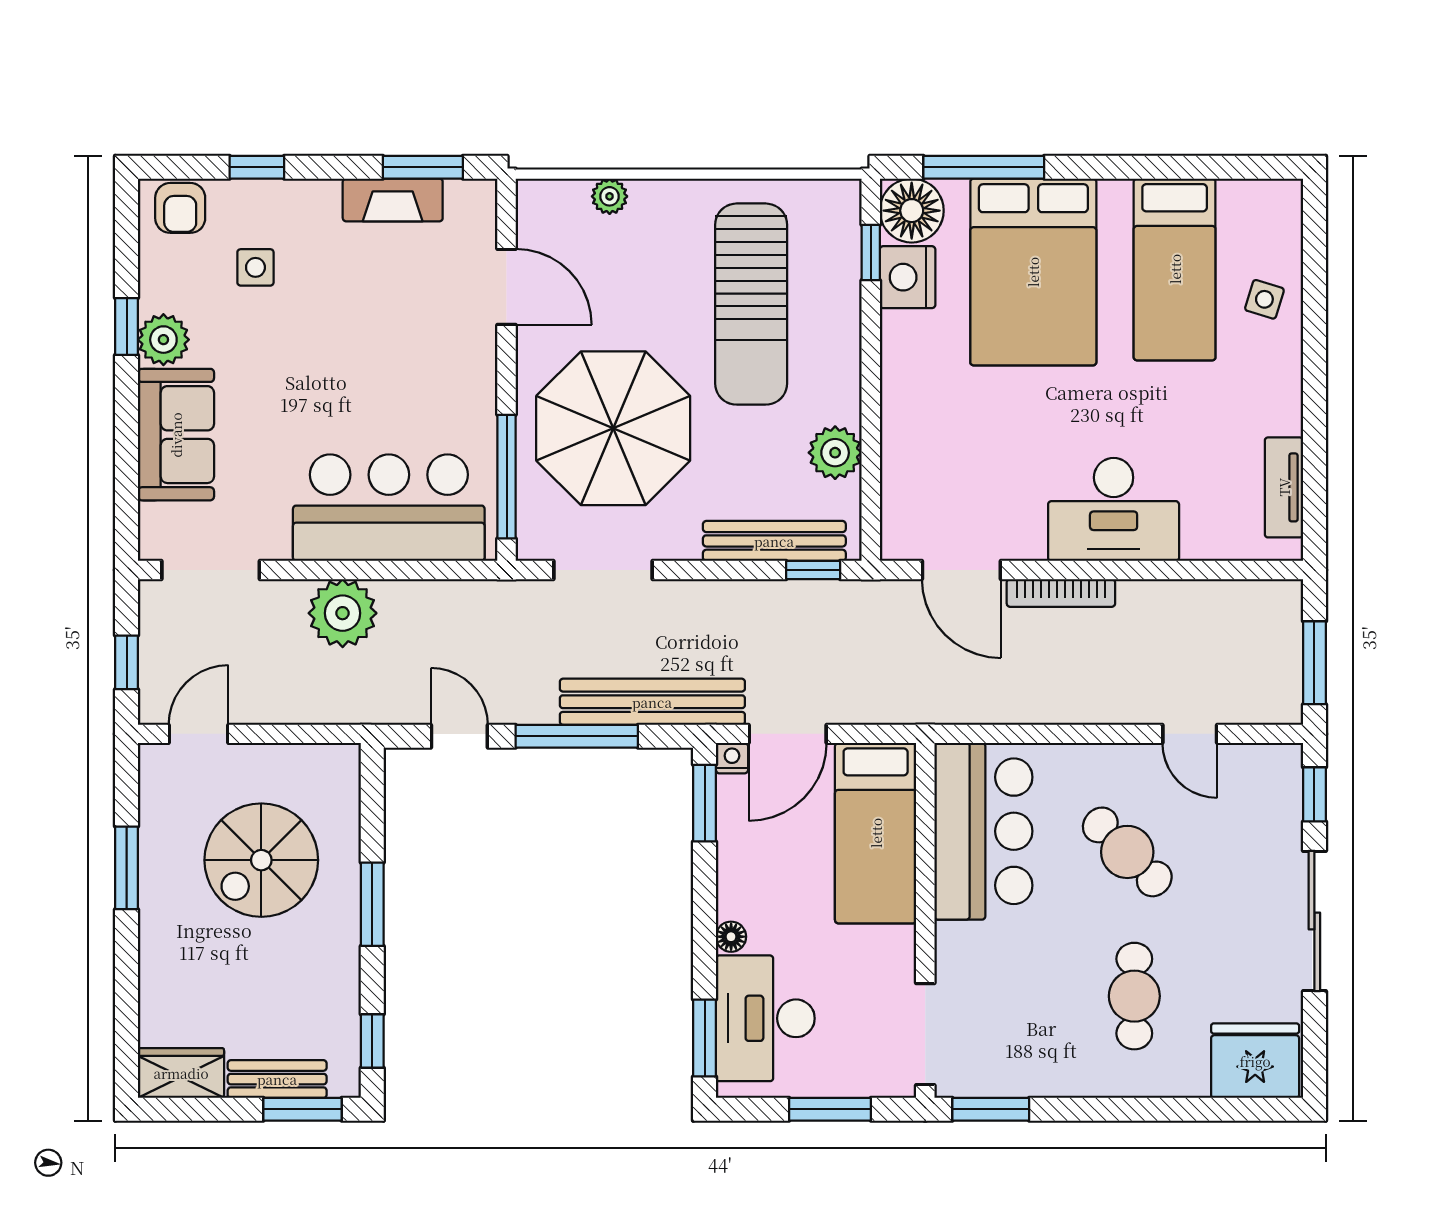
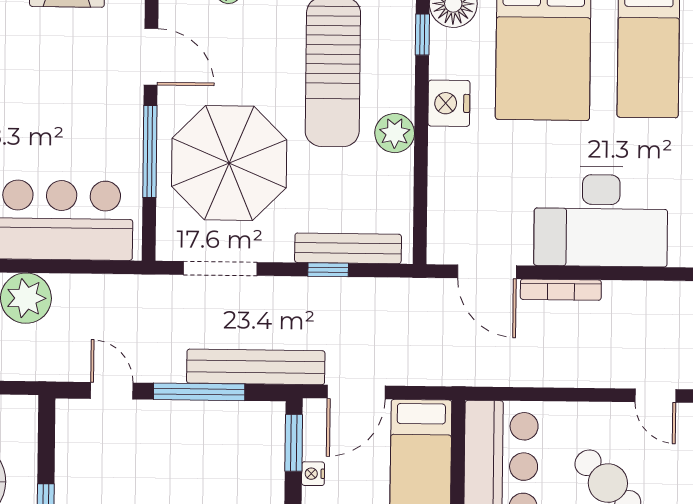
nightstand: (908, 277) -> (449, 103), moved
plant: (835, 453) -> (395, 133), moved
window: (507, 477) -> (150, 152), moved
desk: (1114, 509) -> (601, 216), width x1.36, depth x1.30
window: (813, 570) -> (328, 270), moved
nightstand: (732, 758) -> (313, 474), moved, turned -90

